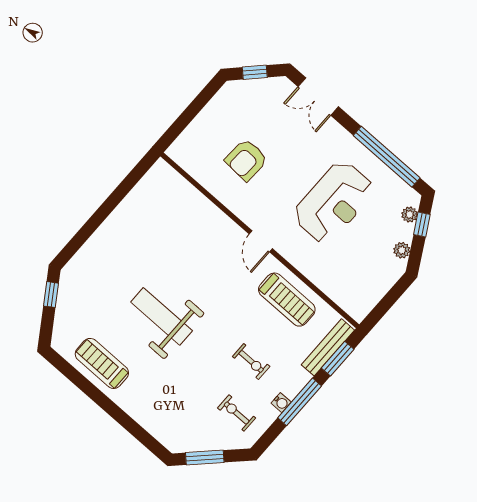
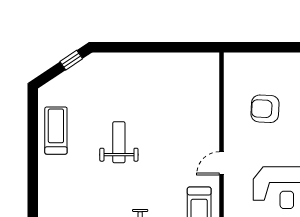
weight bench: (162, 316) -> (119, 142), width x0.73, depth x0.75

